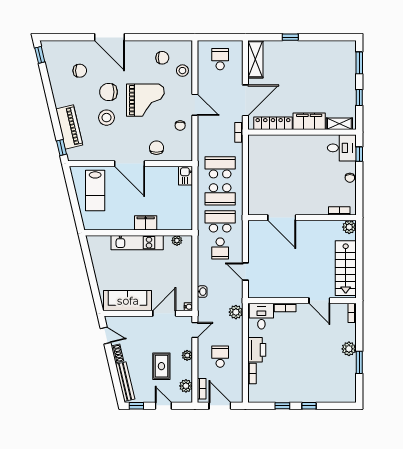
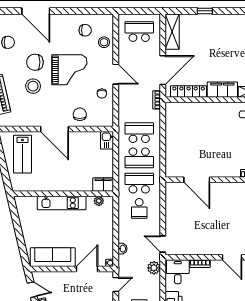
school desk: (220, 59) -> (139, 32), width x1.85
filing cabinet: (146, 223) -> (103, 185), moved
door: (245, 271) -> (163, 244), moved

